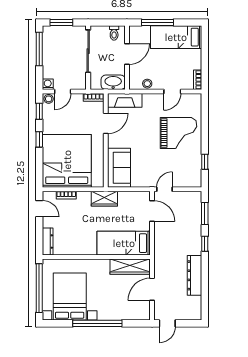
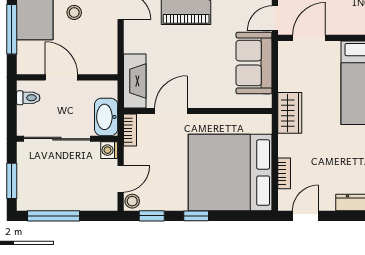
washbasin: (113, 82) -> (106, 117), moved
washing machine: (48, 84) -> (109, 150), moved
stool: (147, 84) -> (74, 12), moved
door: (63, 91) -> (121, 179), hinge flipped
door: (106, 123) -> (171, 111), hinge flipped
sofa: (119, 168) -> (254, 63), moved, turned -90
door: (164, 189) -> (275, 18), hinge flipped

